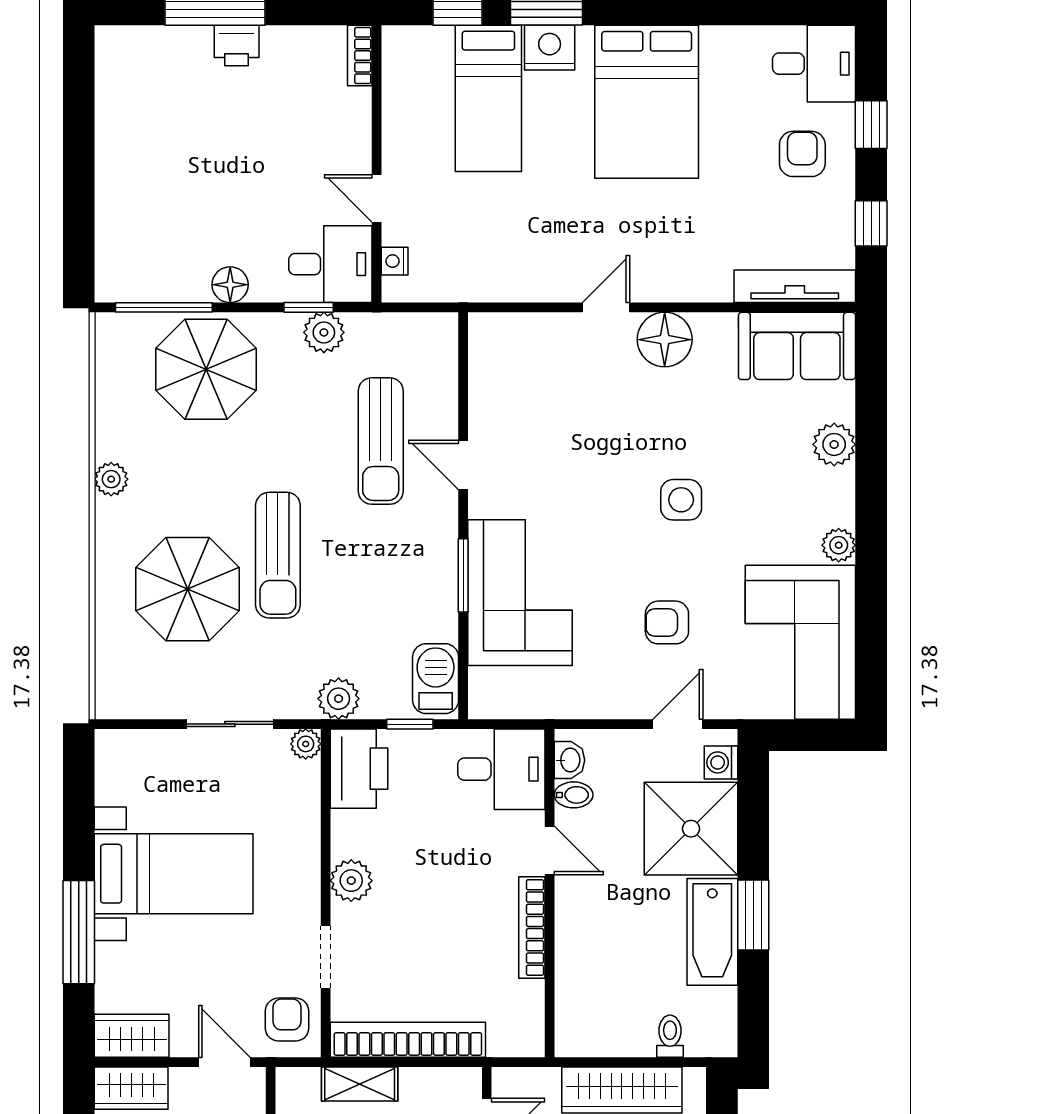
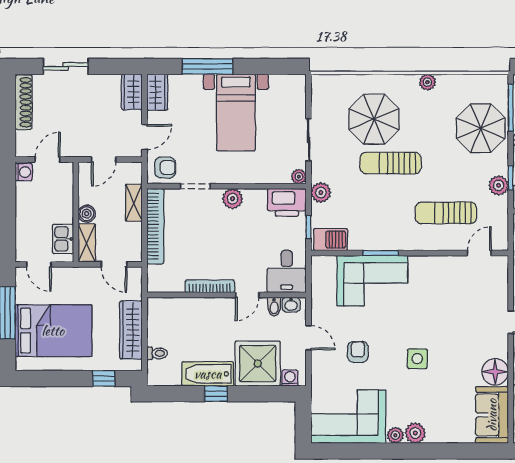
floor lamp: (665, 340) -> (495, 372), moved
plant: (834, 444) -> (415, 433), moved
door: (463, 465) -> (479, 253), moved
door: (678, 724) -> (309, 338), moved
window: (753, 915) -> (216, 394), width x0.67

